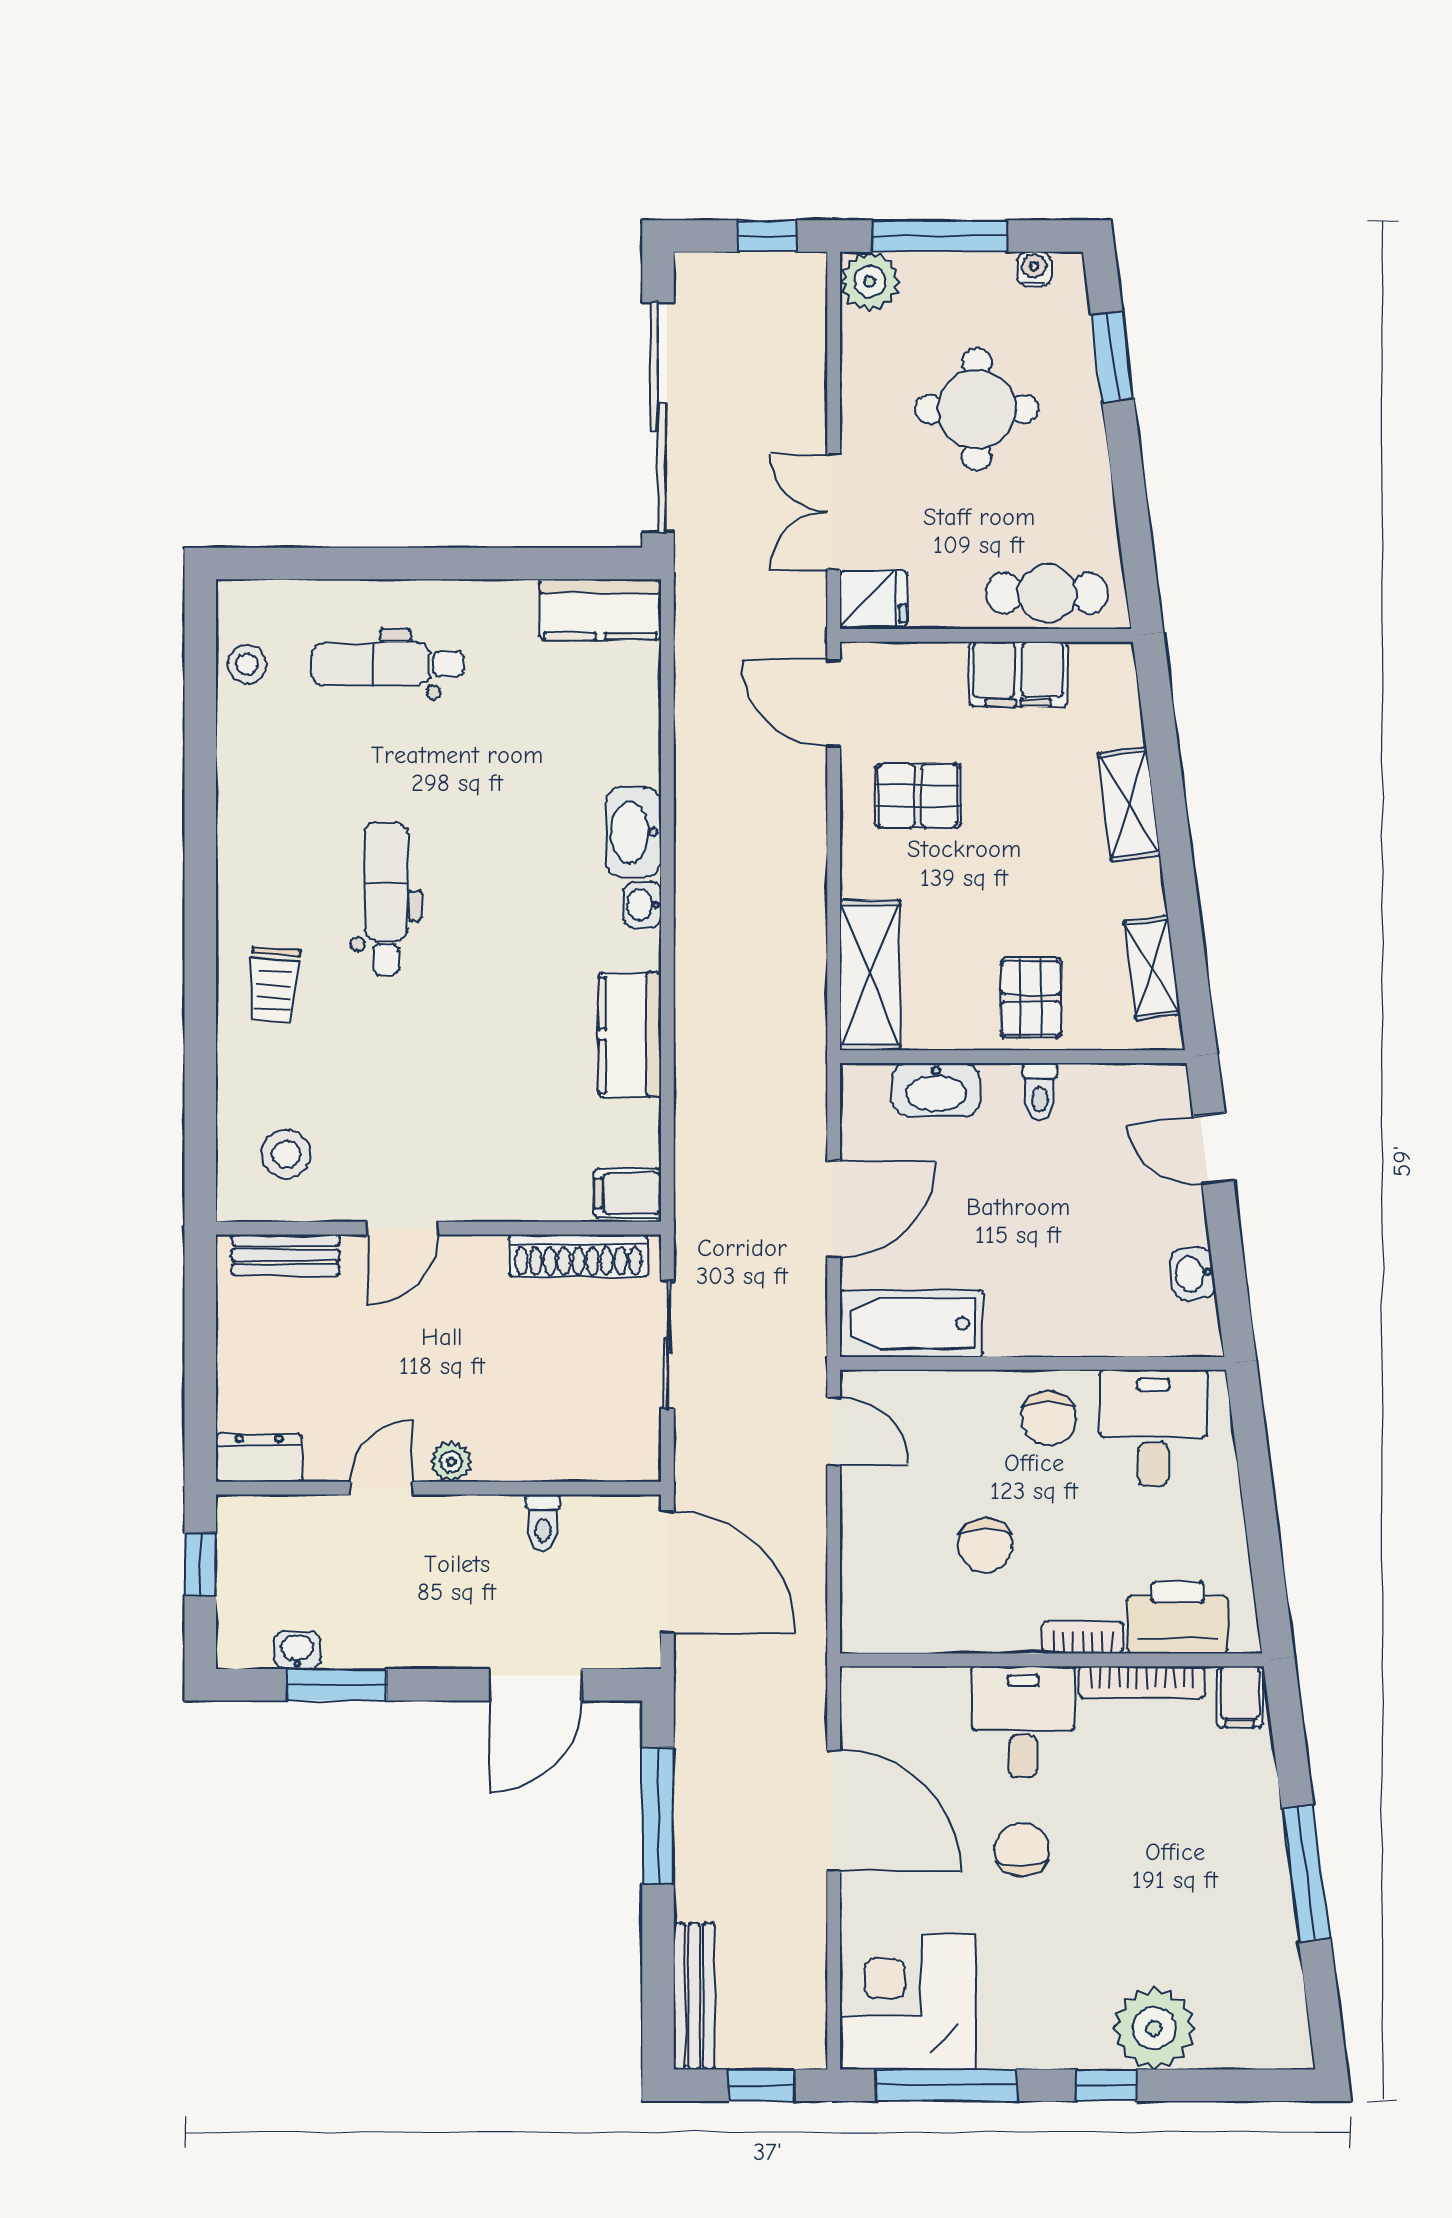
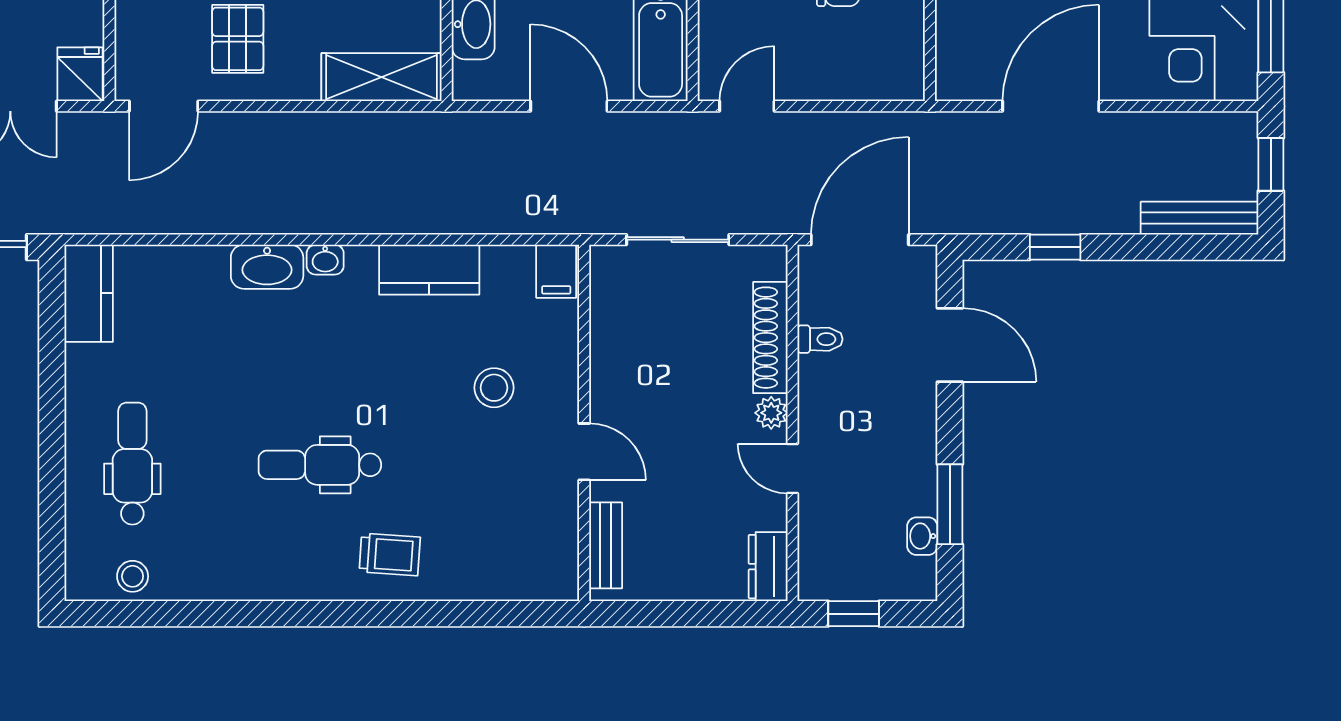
dental chair: (388, 664) -> (132, 464), turned 180
stool: (286, 1154) -> (494, 388), moved
shoe rack: (578, 1256) -> (770, 338), moved, turned 180
window: (658, 1816) -> (1055, 247), width x0.46

